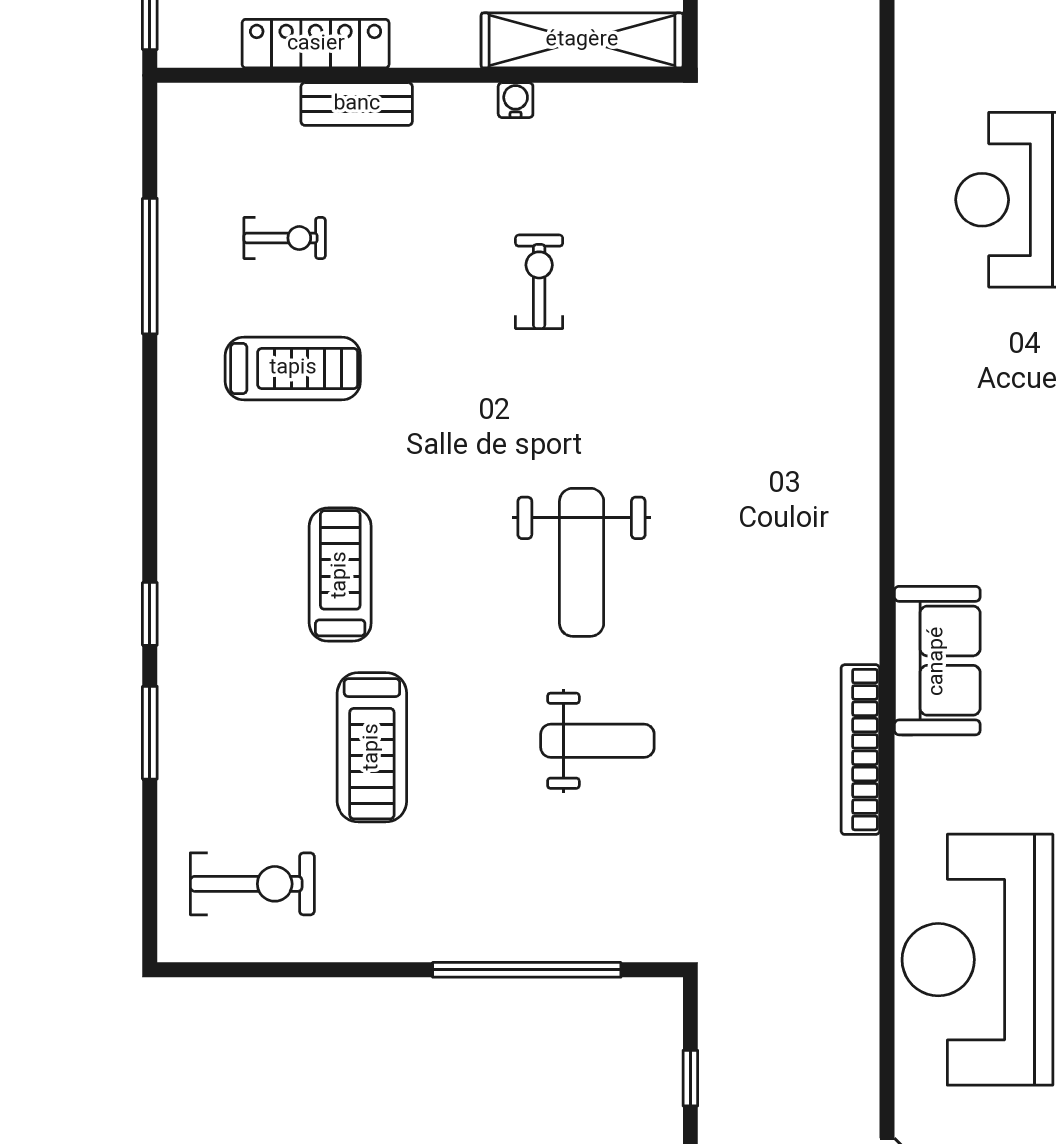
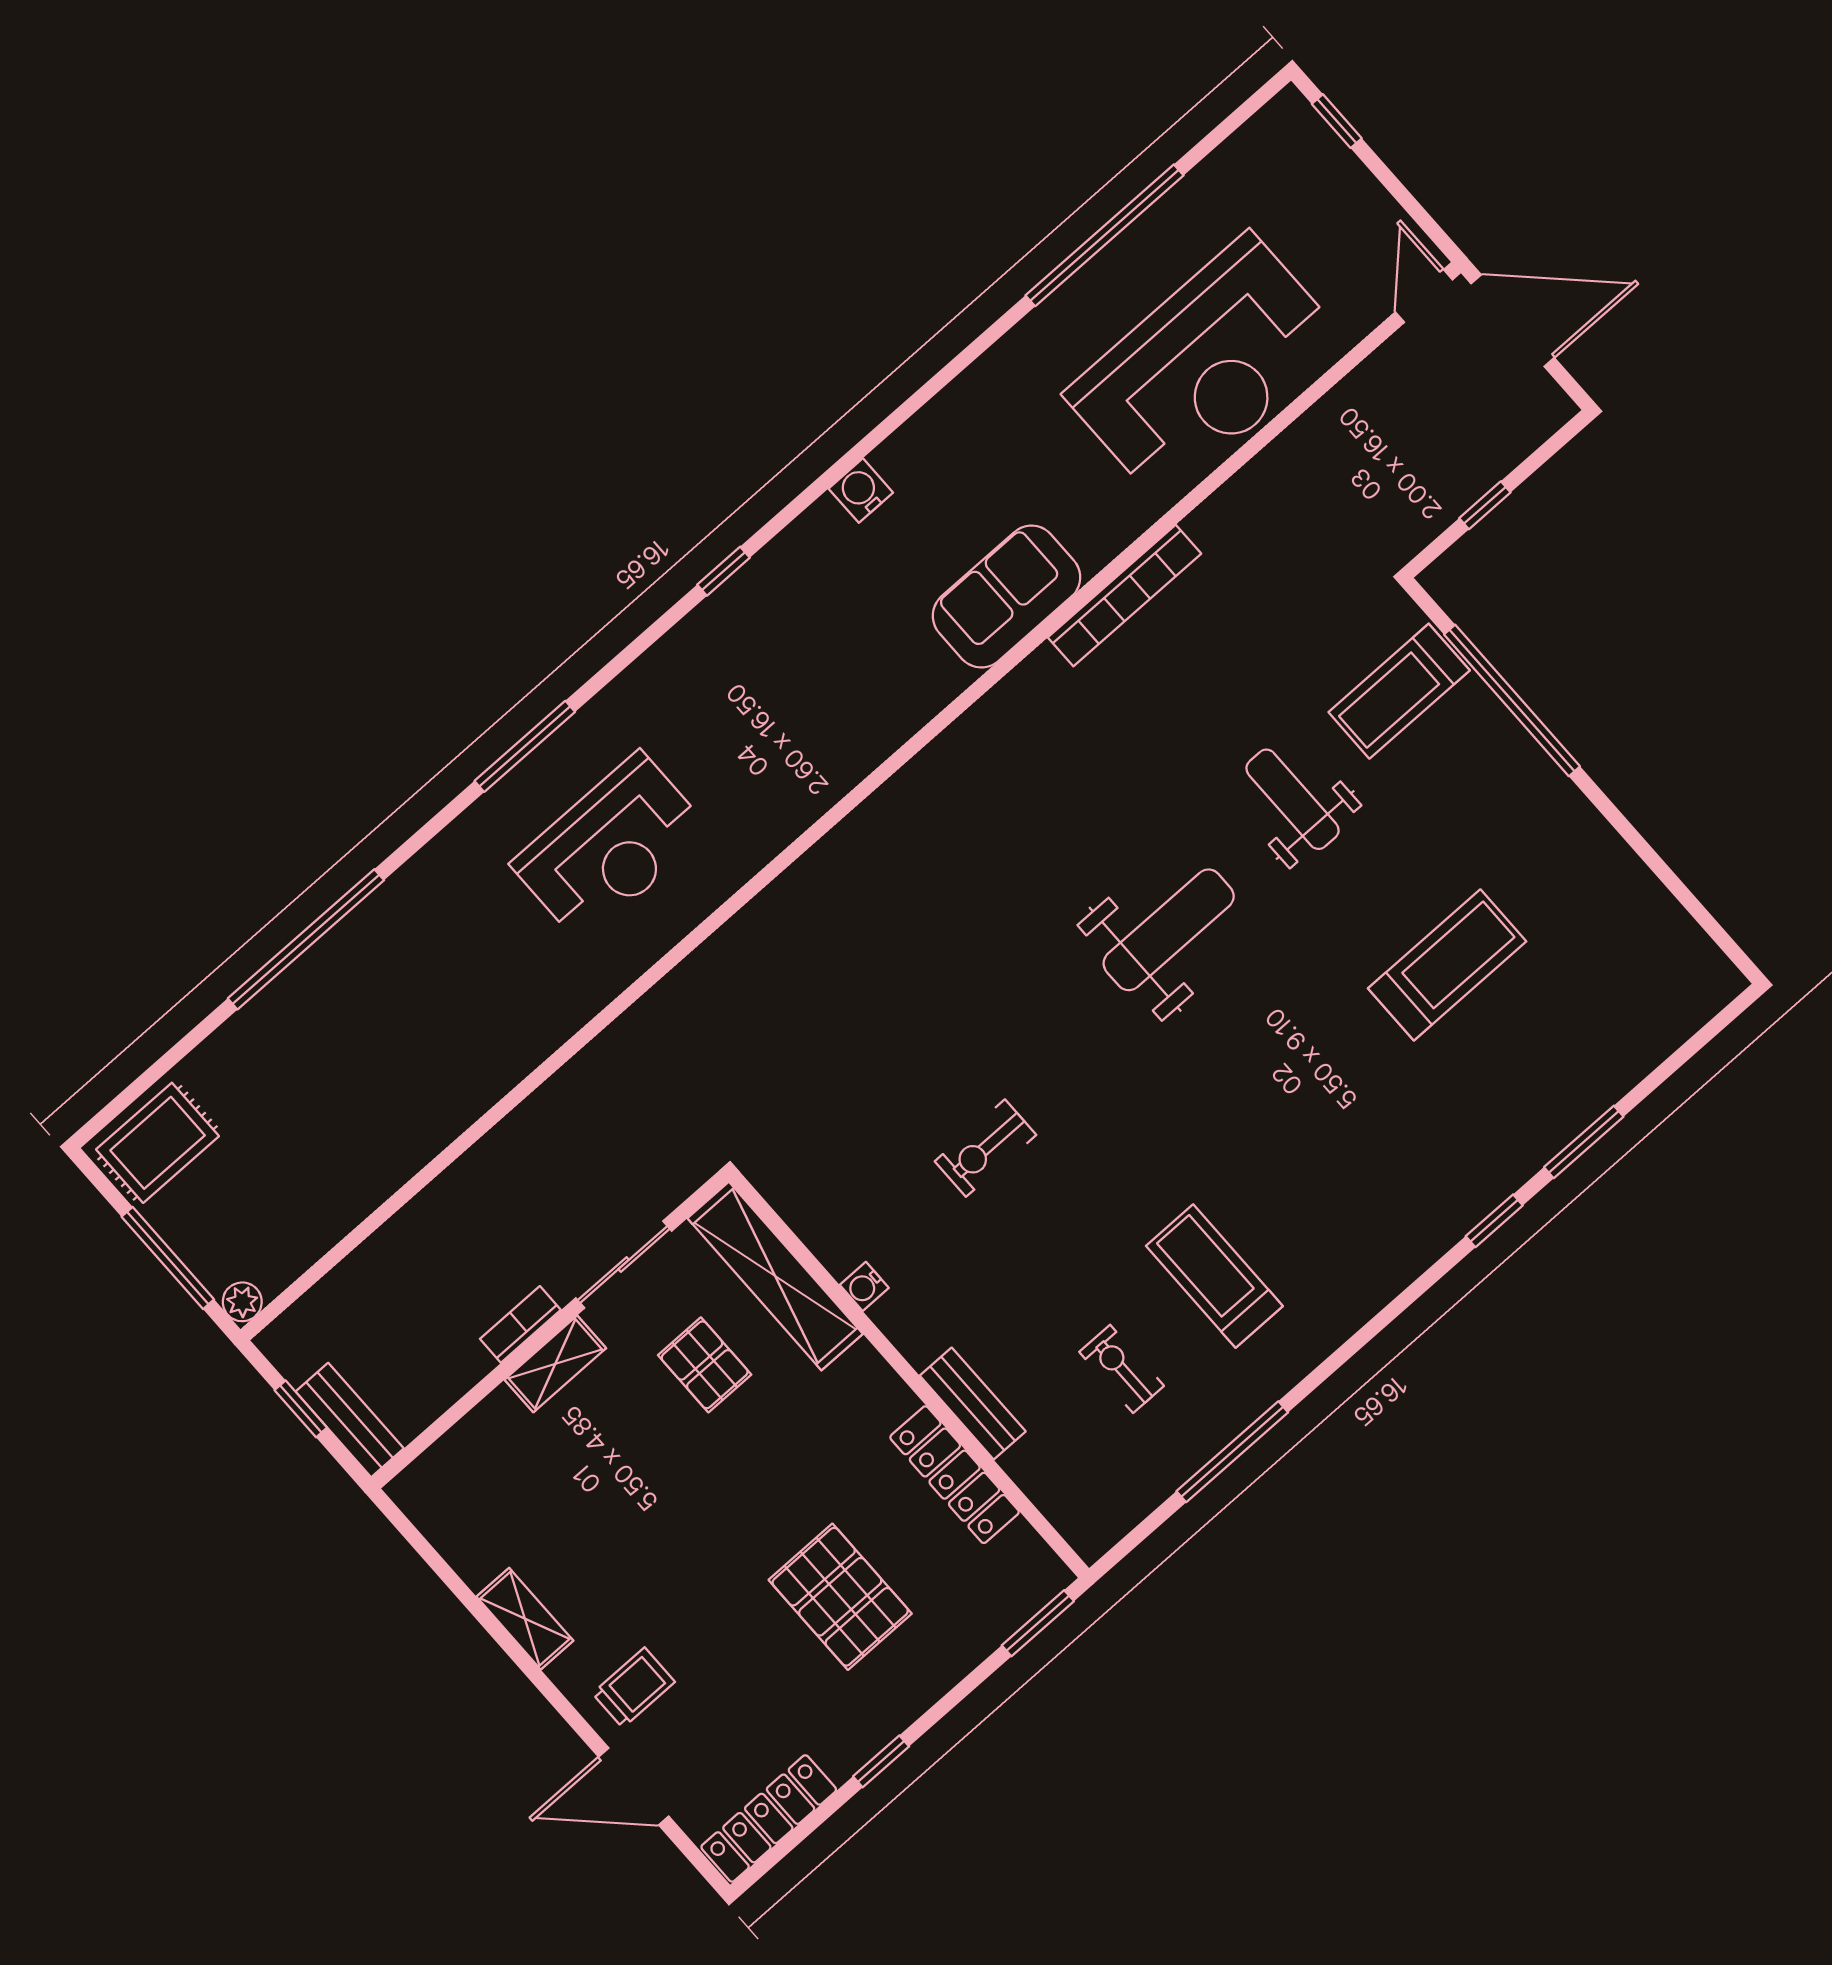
treadmill: (340, 575) -> (1399, 691), moved
exercise bike: (252, 884) -> (1629, 964), removed

